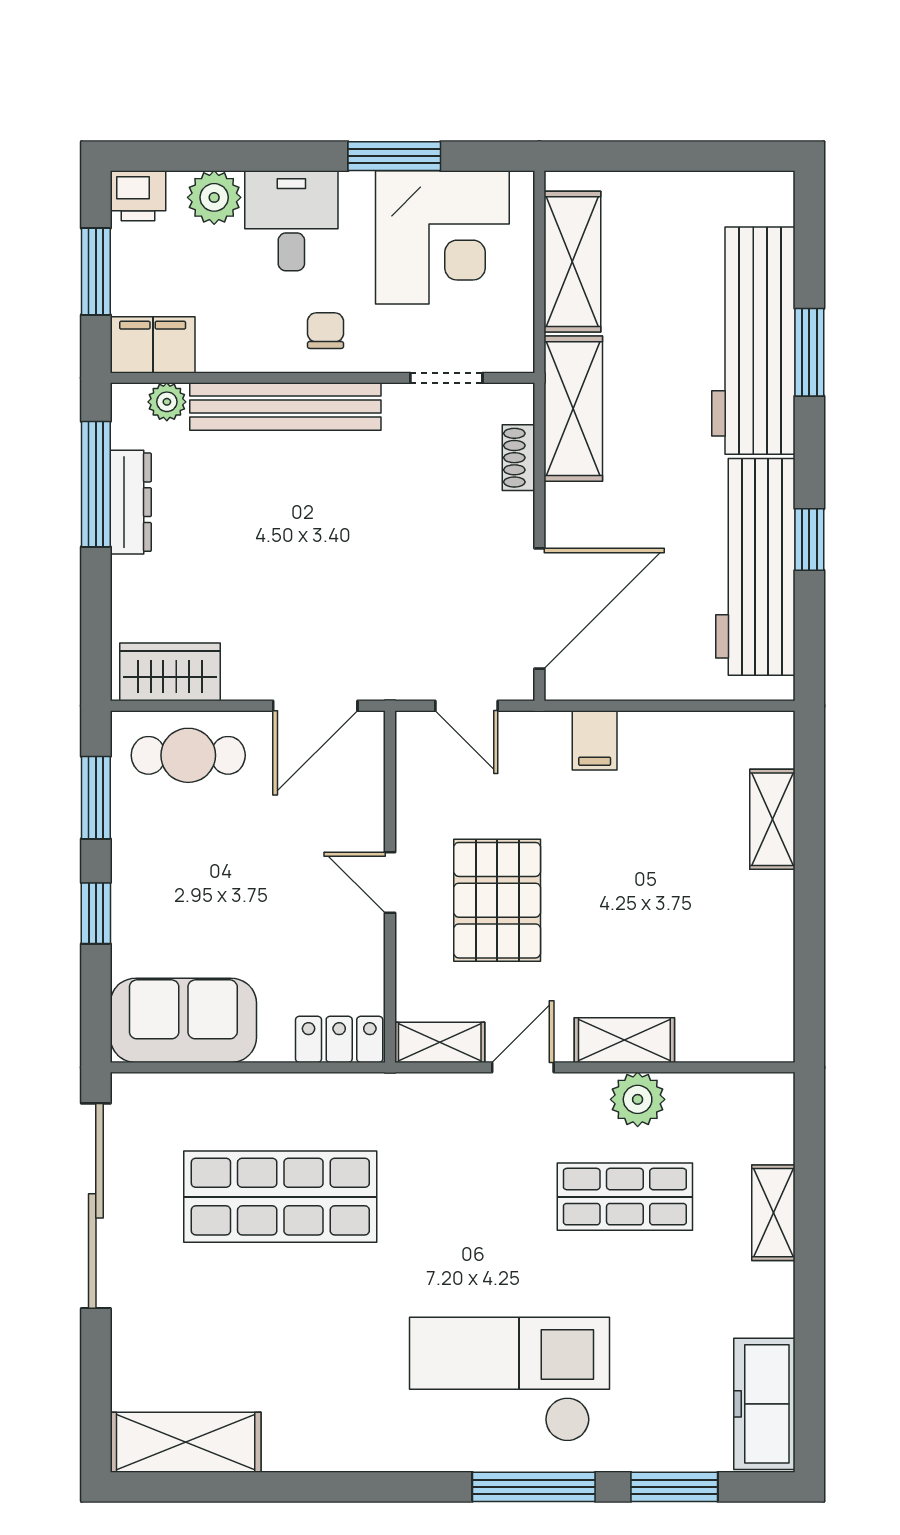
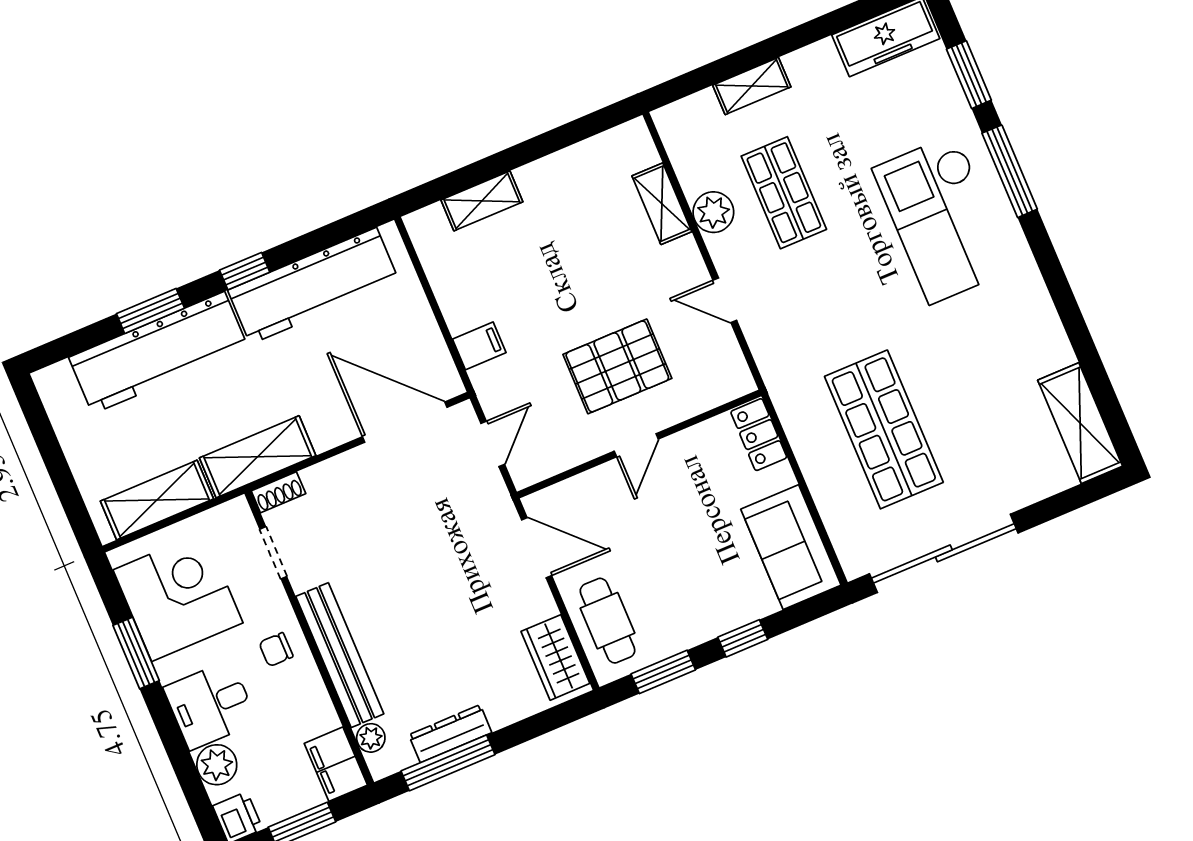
shoe rack: (519, 458) -> (278, 492), moved
window: (809, 539) -> (245, 271), moved
shelving: (624, 1040) -> (662, 204), moved
shelving: (440, 1042) -> (732, 365), removed

